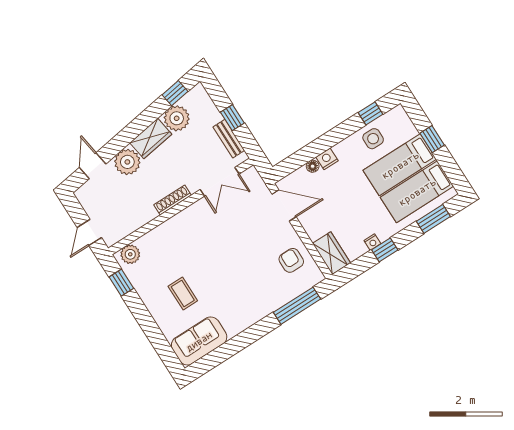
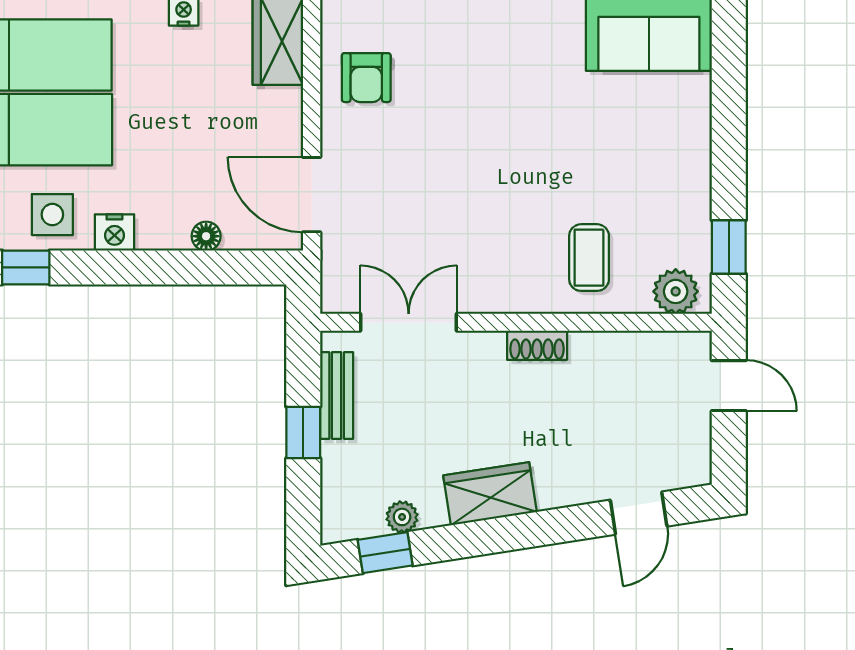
plant: (177, 118) -> (402, 517), width x0.53, depth x0.53
nightstand: (327, 159) -> (114, 233), moved
plant: (127, 162) -> (565, 477), removed
shoe rack: (173, 200) -> (537, 345), width x0.70
door: (89, 233) -> (729, 386), hinge flipped
coffee table: (183, 293) -> (589, 258), moved

